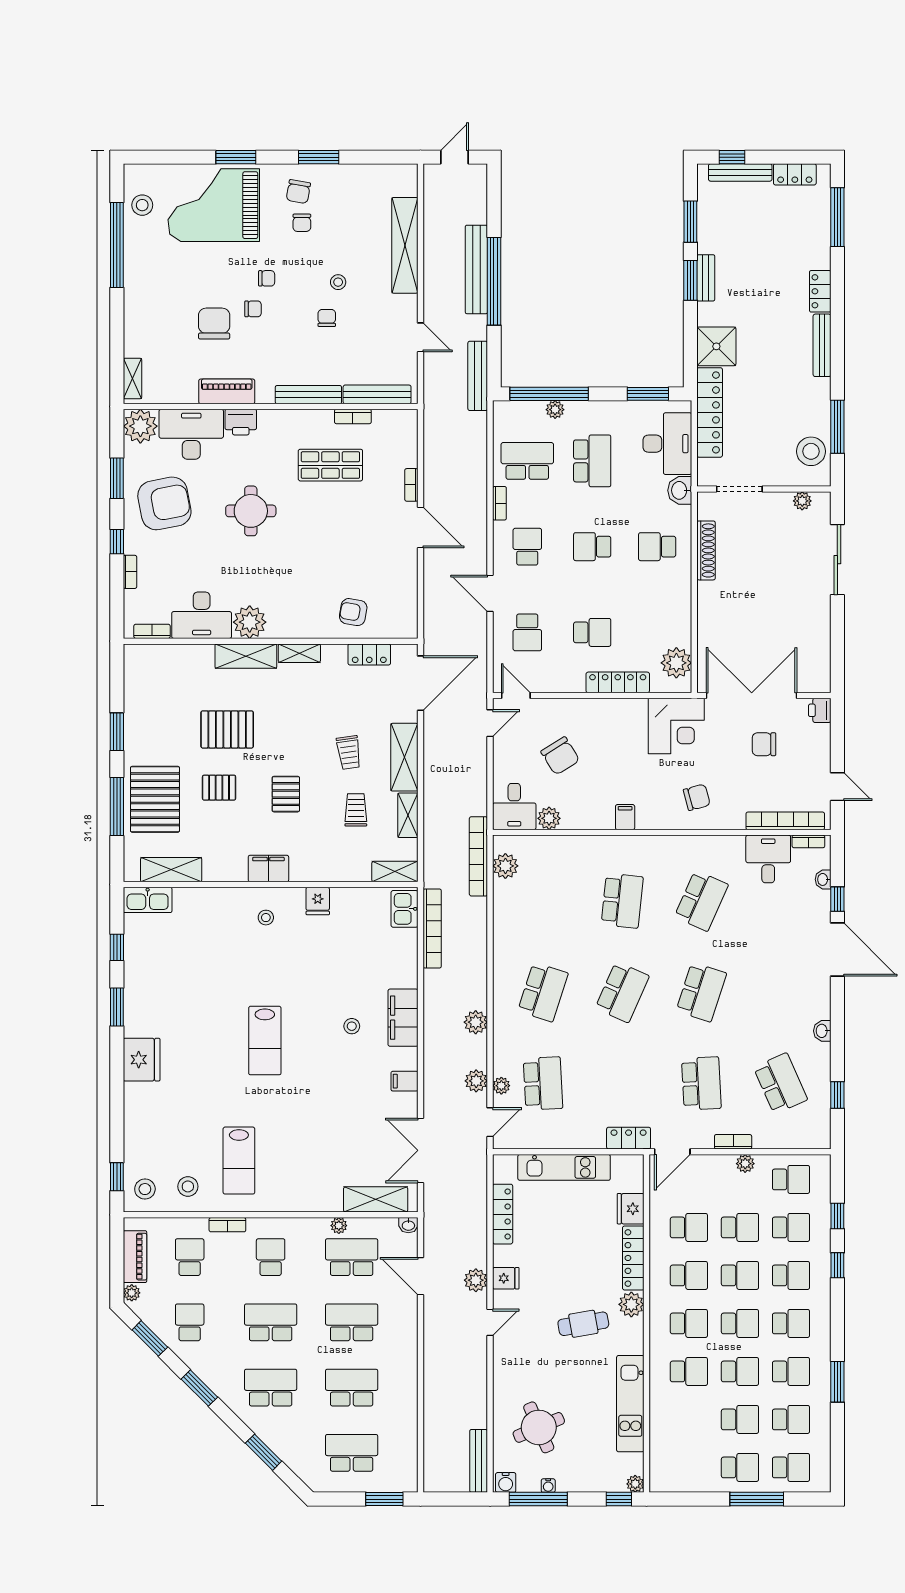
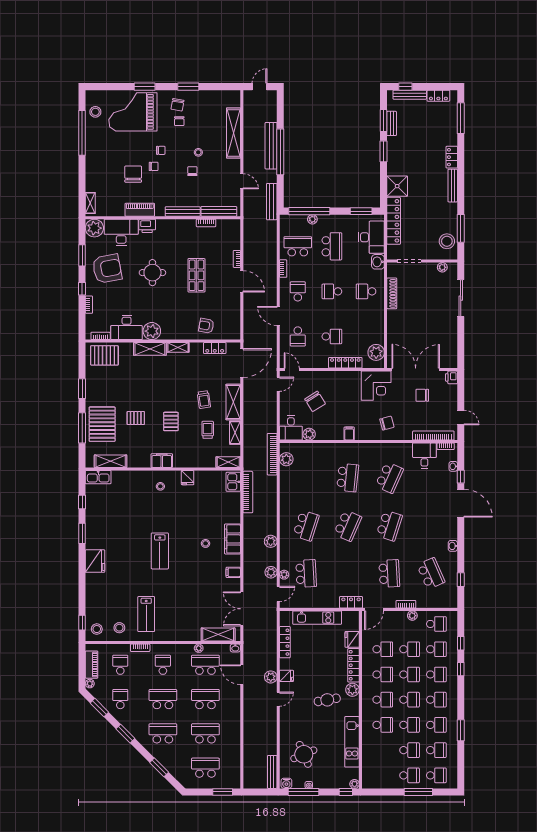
bench: (706, 278) -> (392, 123), moved
shop shelf: (330, 465) -> (196, 275), moved, turned 90
pallet: (227, 729) -> (104, 355), moved

